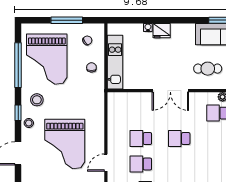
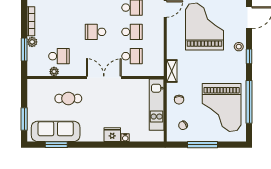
grand piano: (47, 59) -> (222, 107), turned 180
shelving: (99, 97) -> (172, 71), added
stool: (37, 100) -> (231, 69), removed
school desk: (141, 113) -> (132, 56), added
school desk: (179, 139) -> (95, 32), turned 180

